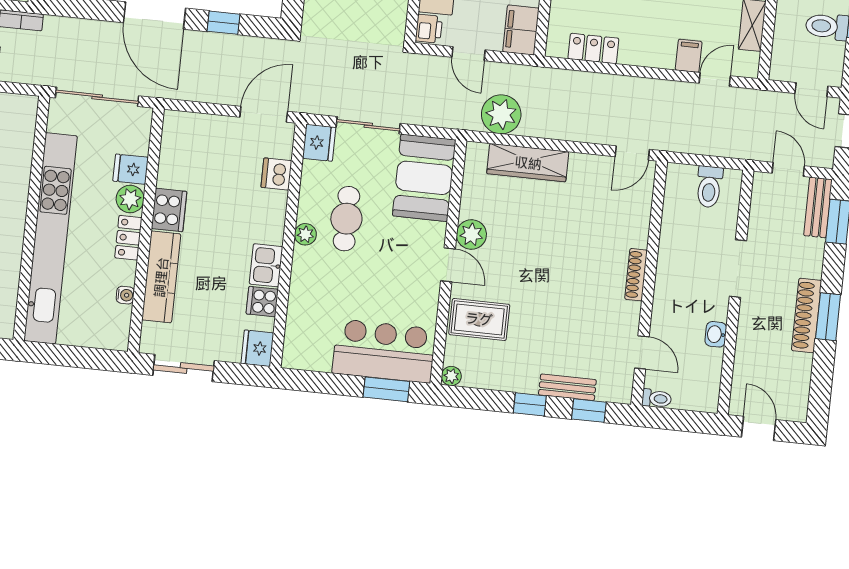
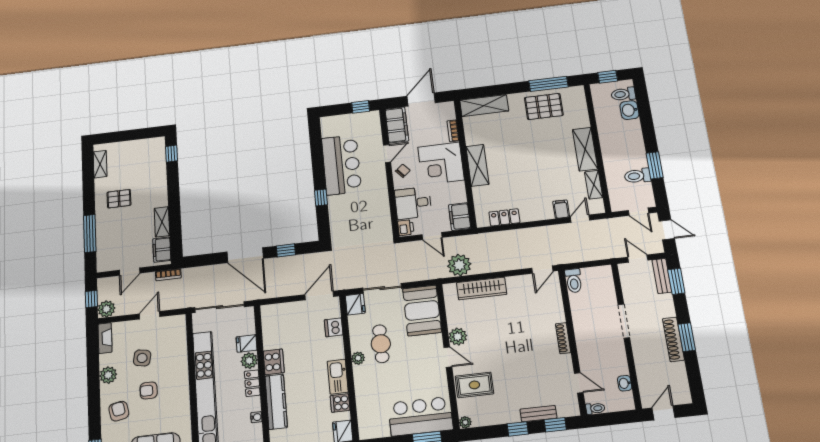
toilet: (709, 187) -> (574, 281), moved
kitchen sink: (266, 265) -> (338, 377), width x1.38
washbasin: (716, 334) -> (625, 383), moved
door: (759, 428) -> (664, 413), hinge flipped

